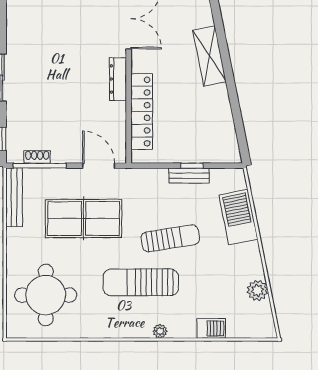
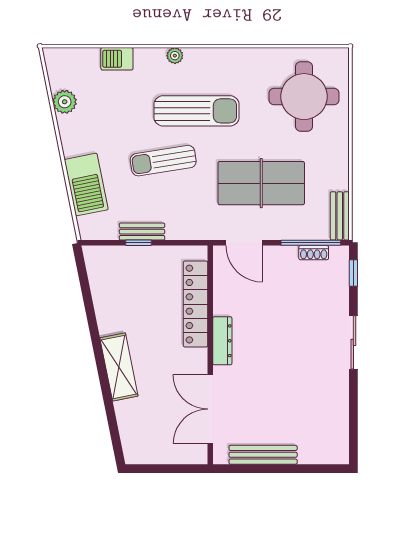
bench: (14, 197) -> (340, 216), width x0.73

